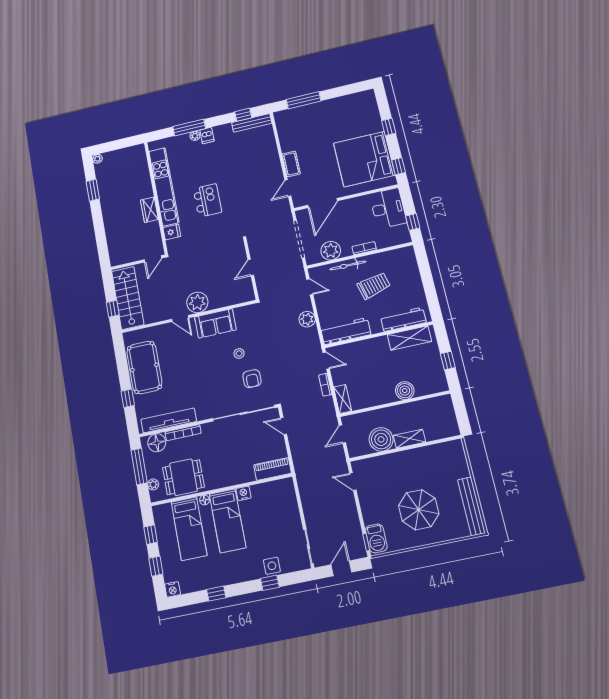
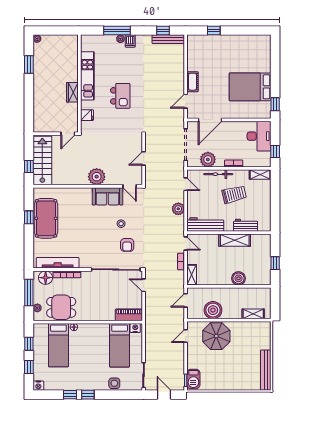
window: (304, 100) -> (214, 31), width x0.46
window: (389, 127) -> (275, 70), removed
bed: (364, 159) -> (250, 87), width x0.73
kitchen unit: (164, 187) -> (87, 76), width x0.73
shelving: (401, 254) -> (260, 174), added
door: (180, 318) -> (130, 186), moved
workbench: (403, 319) -> (246, 225), width x0.73
shelving: (409, 338) -> (235, 240), moved
window: (128, 398) -> (29, 217), moved
shelving: (409, 439) -> (253, 314), moved
door: (353, 482) -> (186, 336), hinge flipped
nightstand: (243, 493) -> (135, 328), moved
parasol: (419, 510) -> (216, 336), moved
bed: (228, 521) -> (120, 345), moved
door: (341, 568) -> (164, 395), hinge flipped
window: (270, 583) -> (88, 395), moved

